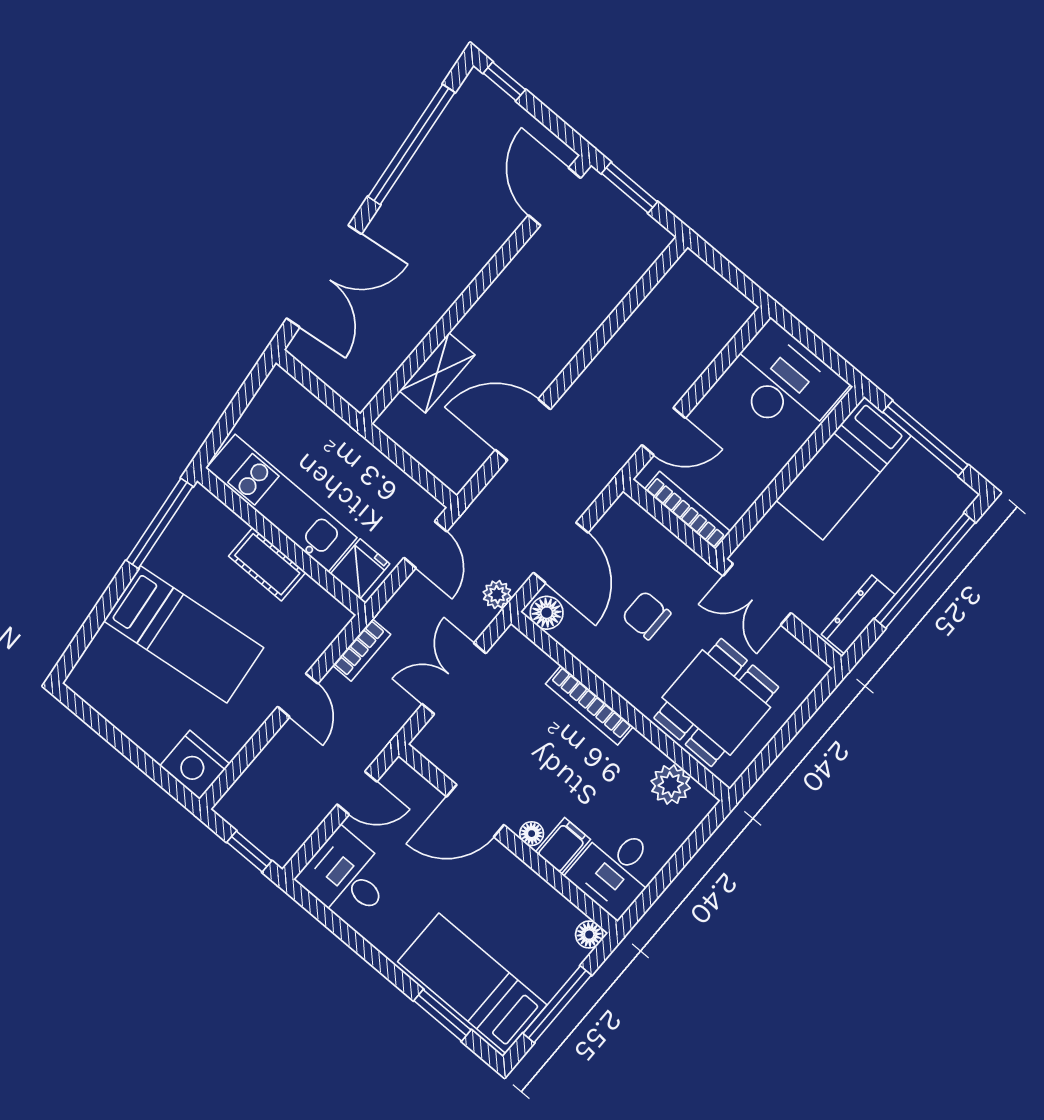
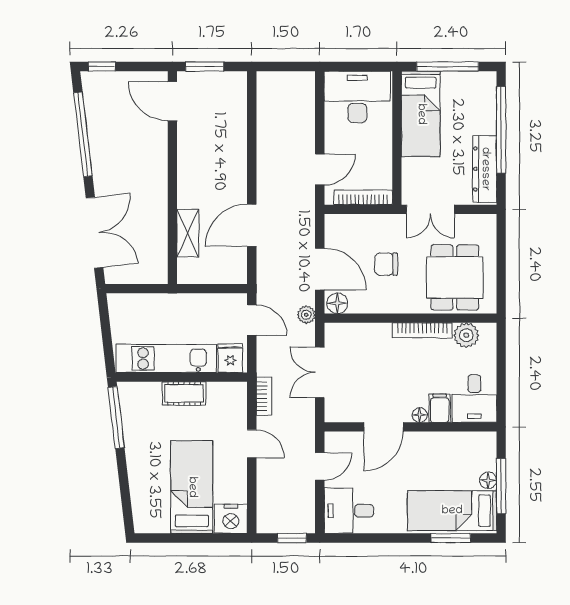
dresser: (858, 615) -> (485, 169), width x1.37, depth x1.24
bed: (184, 634) -> (192, 487), moved, turned -83
bookcase: (589, 705) -> (422, 330), moved
floor lamp: (589, 935) -> (488, 480), moved

